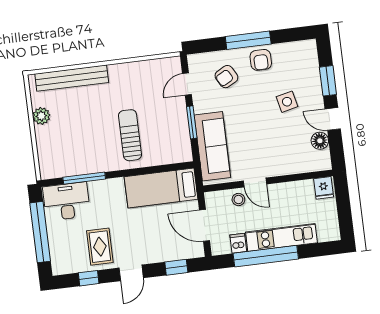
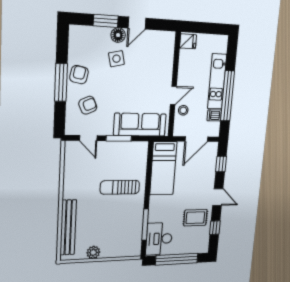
armchair: (261, 60) -> (79, 75), turned -79
armchair: (226, 77) -> (88, 105), turned -85
floor lamp: (320, 141) -> (118, 35), moved

